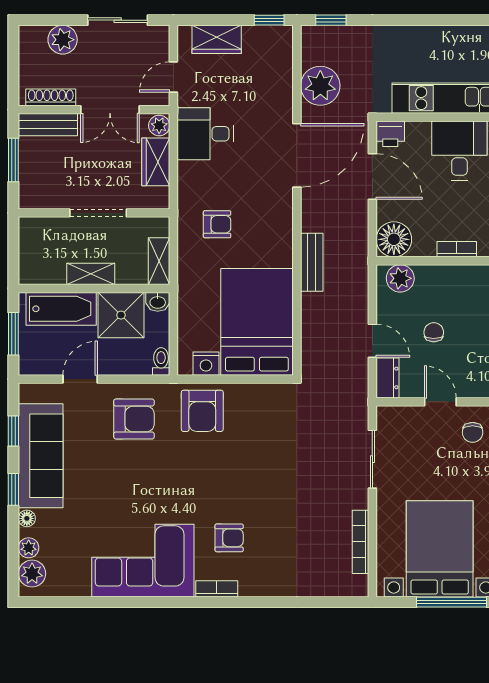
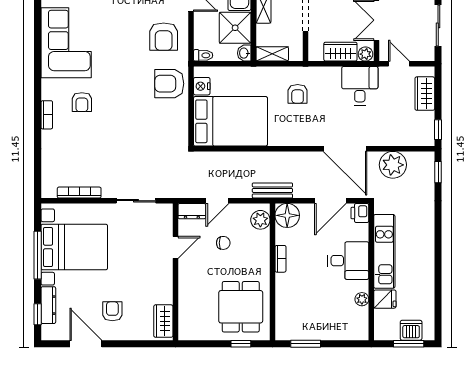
bench: (312, 262) -> (272, 190), moved
chair: (473, 432) -> (154, 270), removed
bookcase: (217, 589) -> (47, 115), moved

